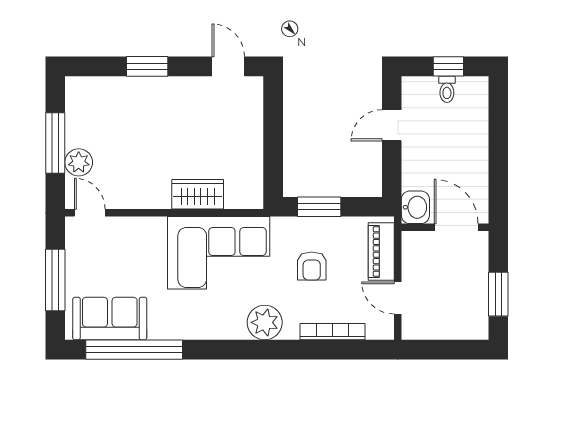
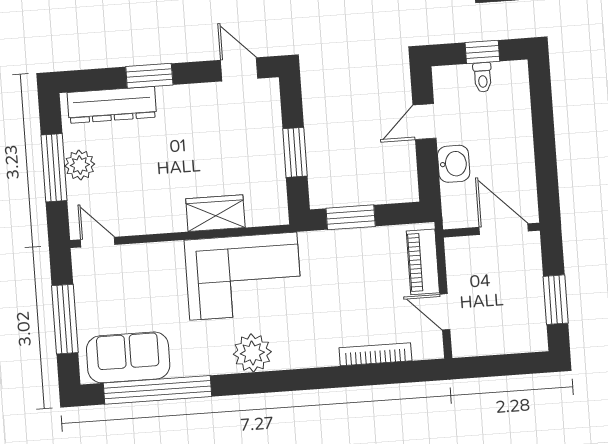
dresser: (111, 90) -> (112, 105), added
window: (273, 145) -> (295, 152), added
plant: (79, 162) -> (80, 165), moved
washbasin: (415, 207) -> (454, 164), moved
armchair: (312, 266) -> (347, 283), removed
plant: (265, 322) -> (252, 353), moved

